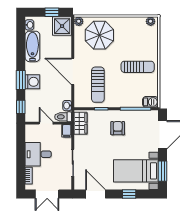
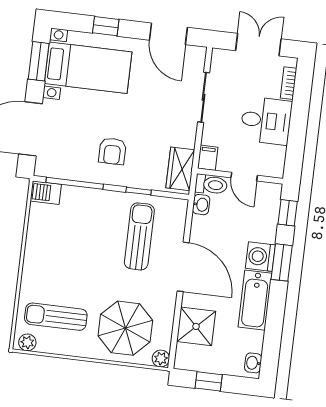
shower: (62, 26) -> (196, 326), moved
bathtub: (32, 46) -> (255, 300), moved
sun lounger: (138, 67) -> (56, 317), moved

